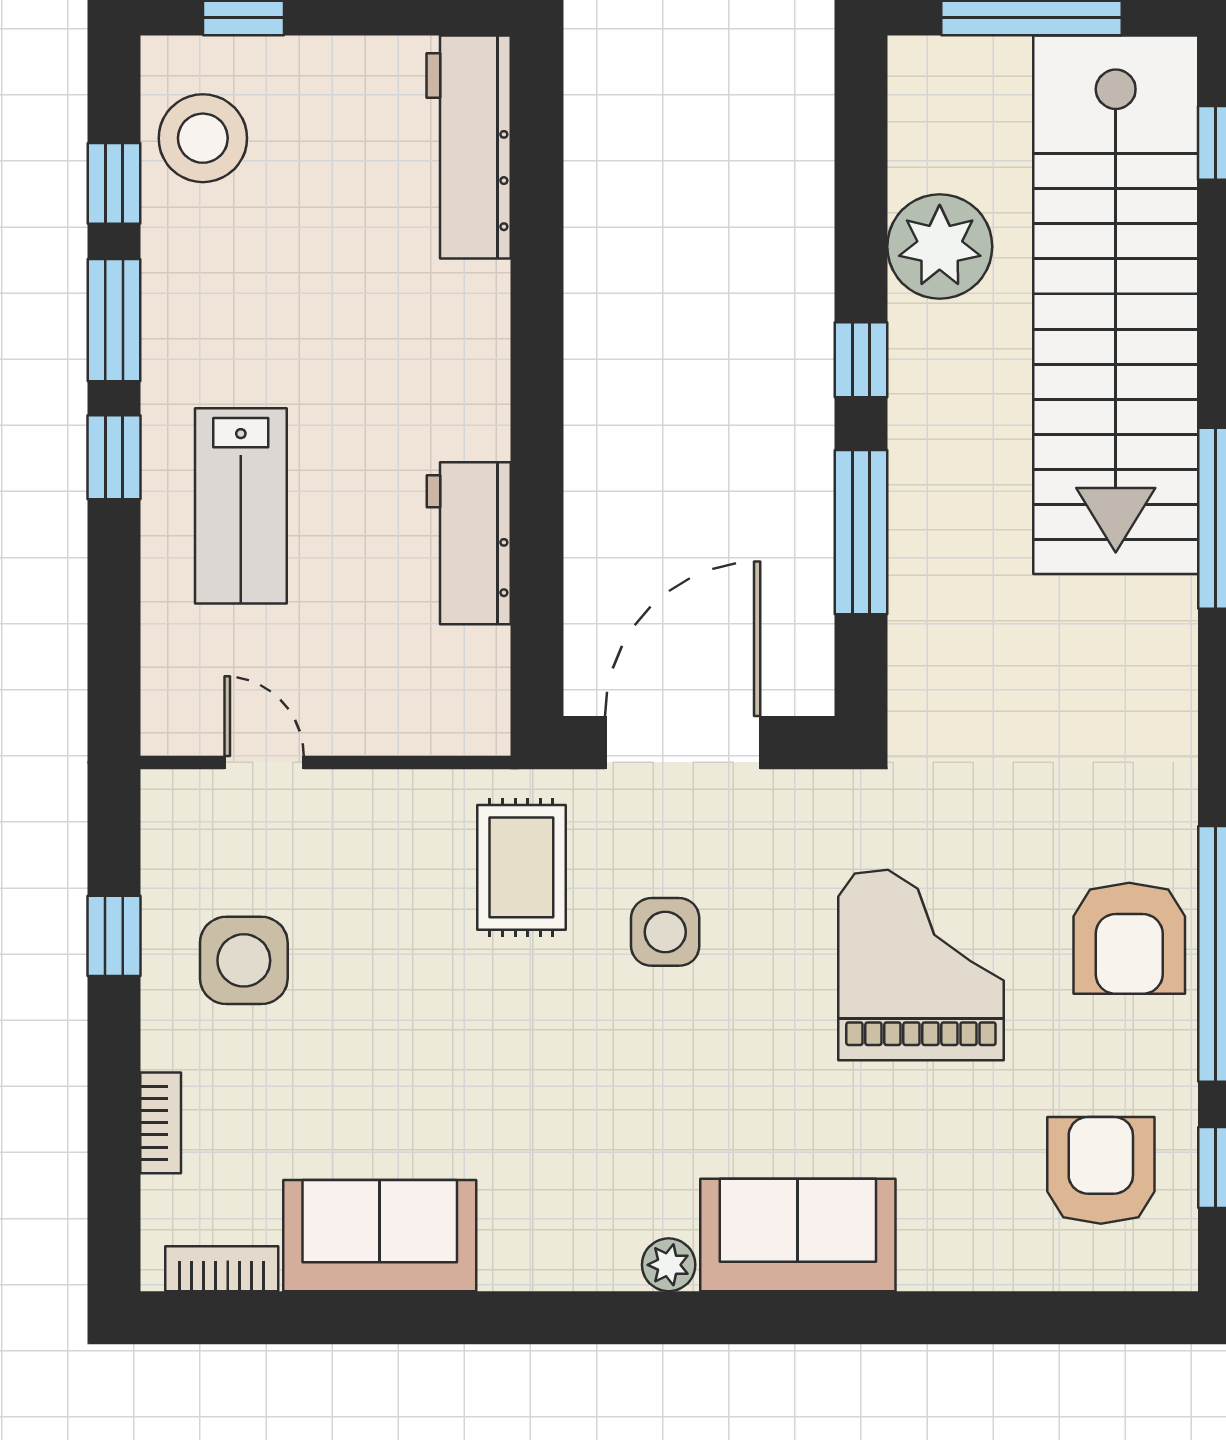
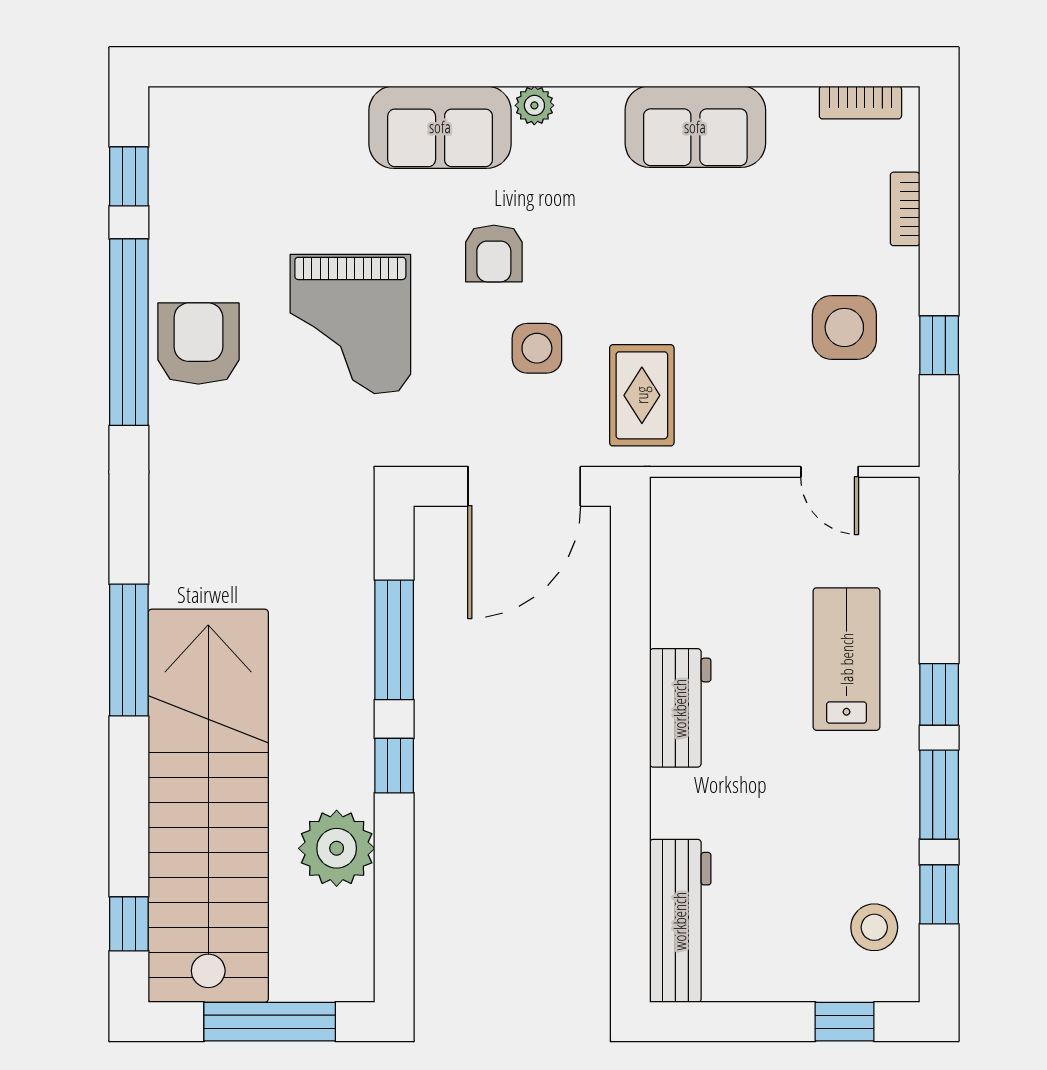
stool: (203, 138) -> (874, 927), width x0.73, depth x0.73
workbench: (469, 543) -> (680, 708), moved
armchair: (1101, 1170) -> (494, 254), moved, width x0.72, depth x0.72
sofa: (380, 1236) -> (695, 127), moved

